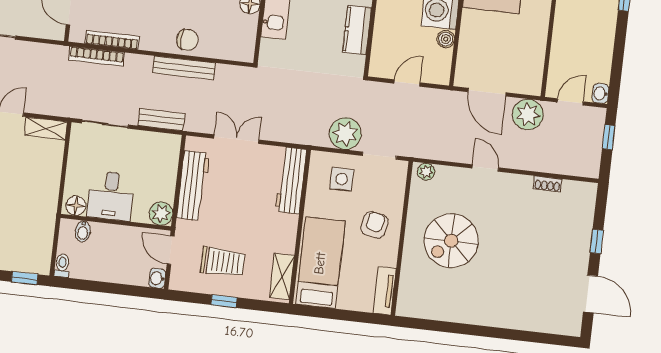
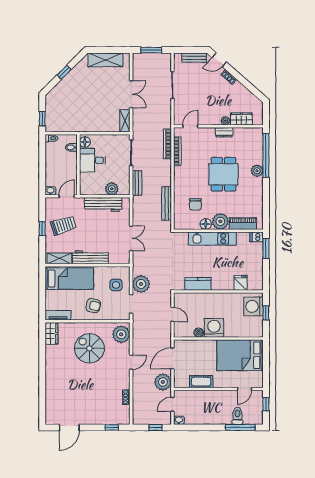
chair: (187, 40) -> (195, 204), moved
cot: (535, 45) -> (201, 382), added
bench: (184, 68) -> (167, 203), moved
door: (570, 102) -> (172, 404), swing flipped
double door: (236, 139) -> (131, 238), moved
plant: (426, 172) -> (121, 334), width x1.88, depth x1.88
workbench: (291, 180) -> (90, 257), moved
plant: (161, 214) -> (112, 189), moved
window: (597, 241) -> (112, 427), moved
trolley: (223, 262) -> (63, 225), turned -108
wardrobe: (416, 306) -> (51, 333), added

